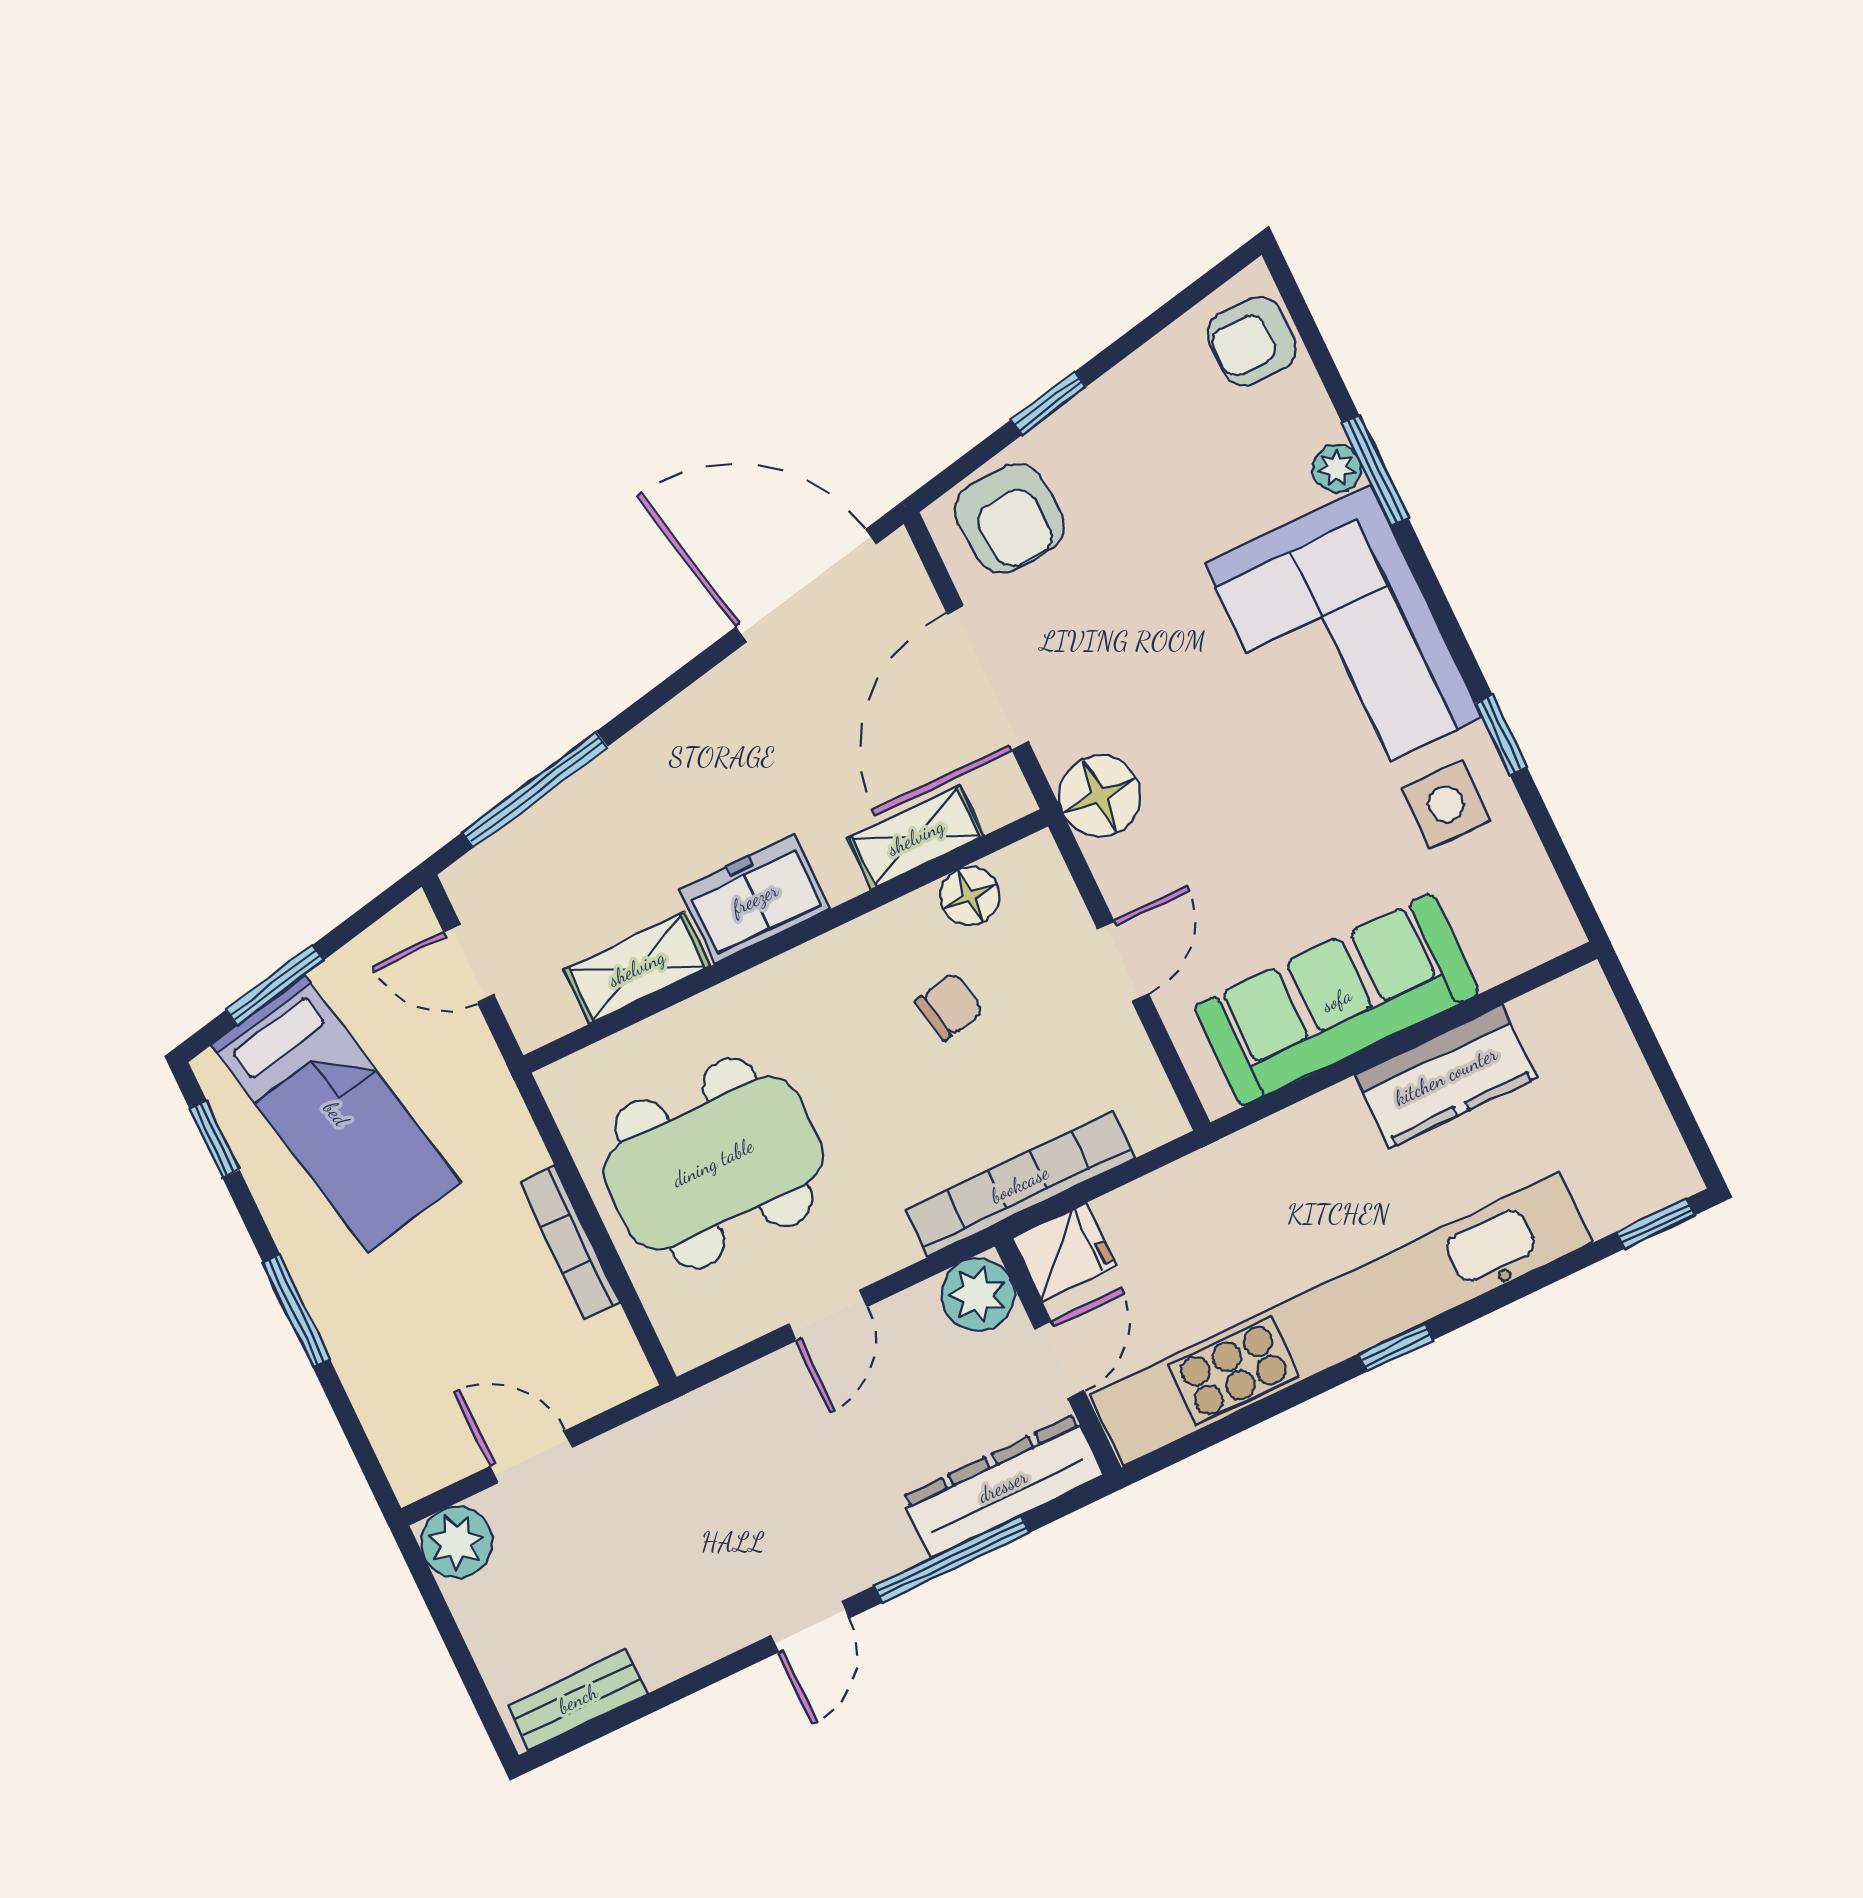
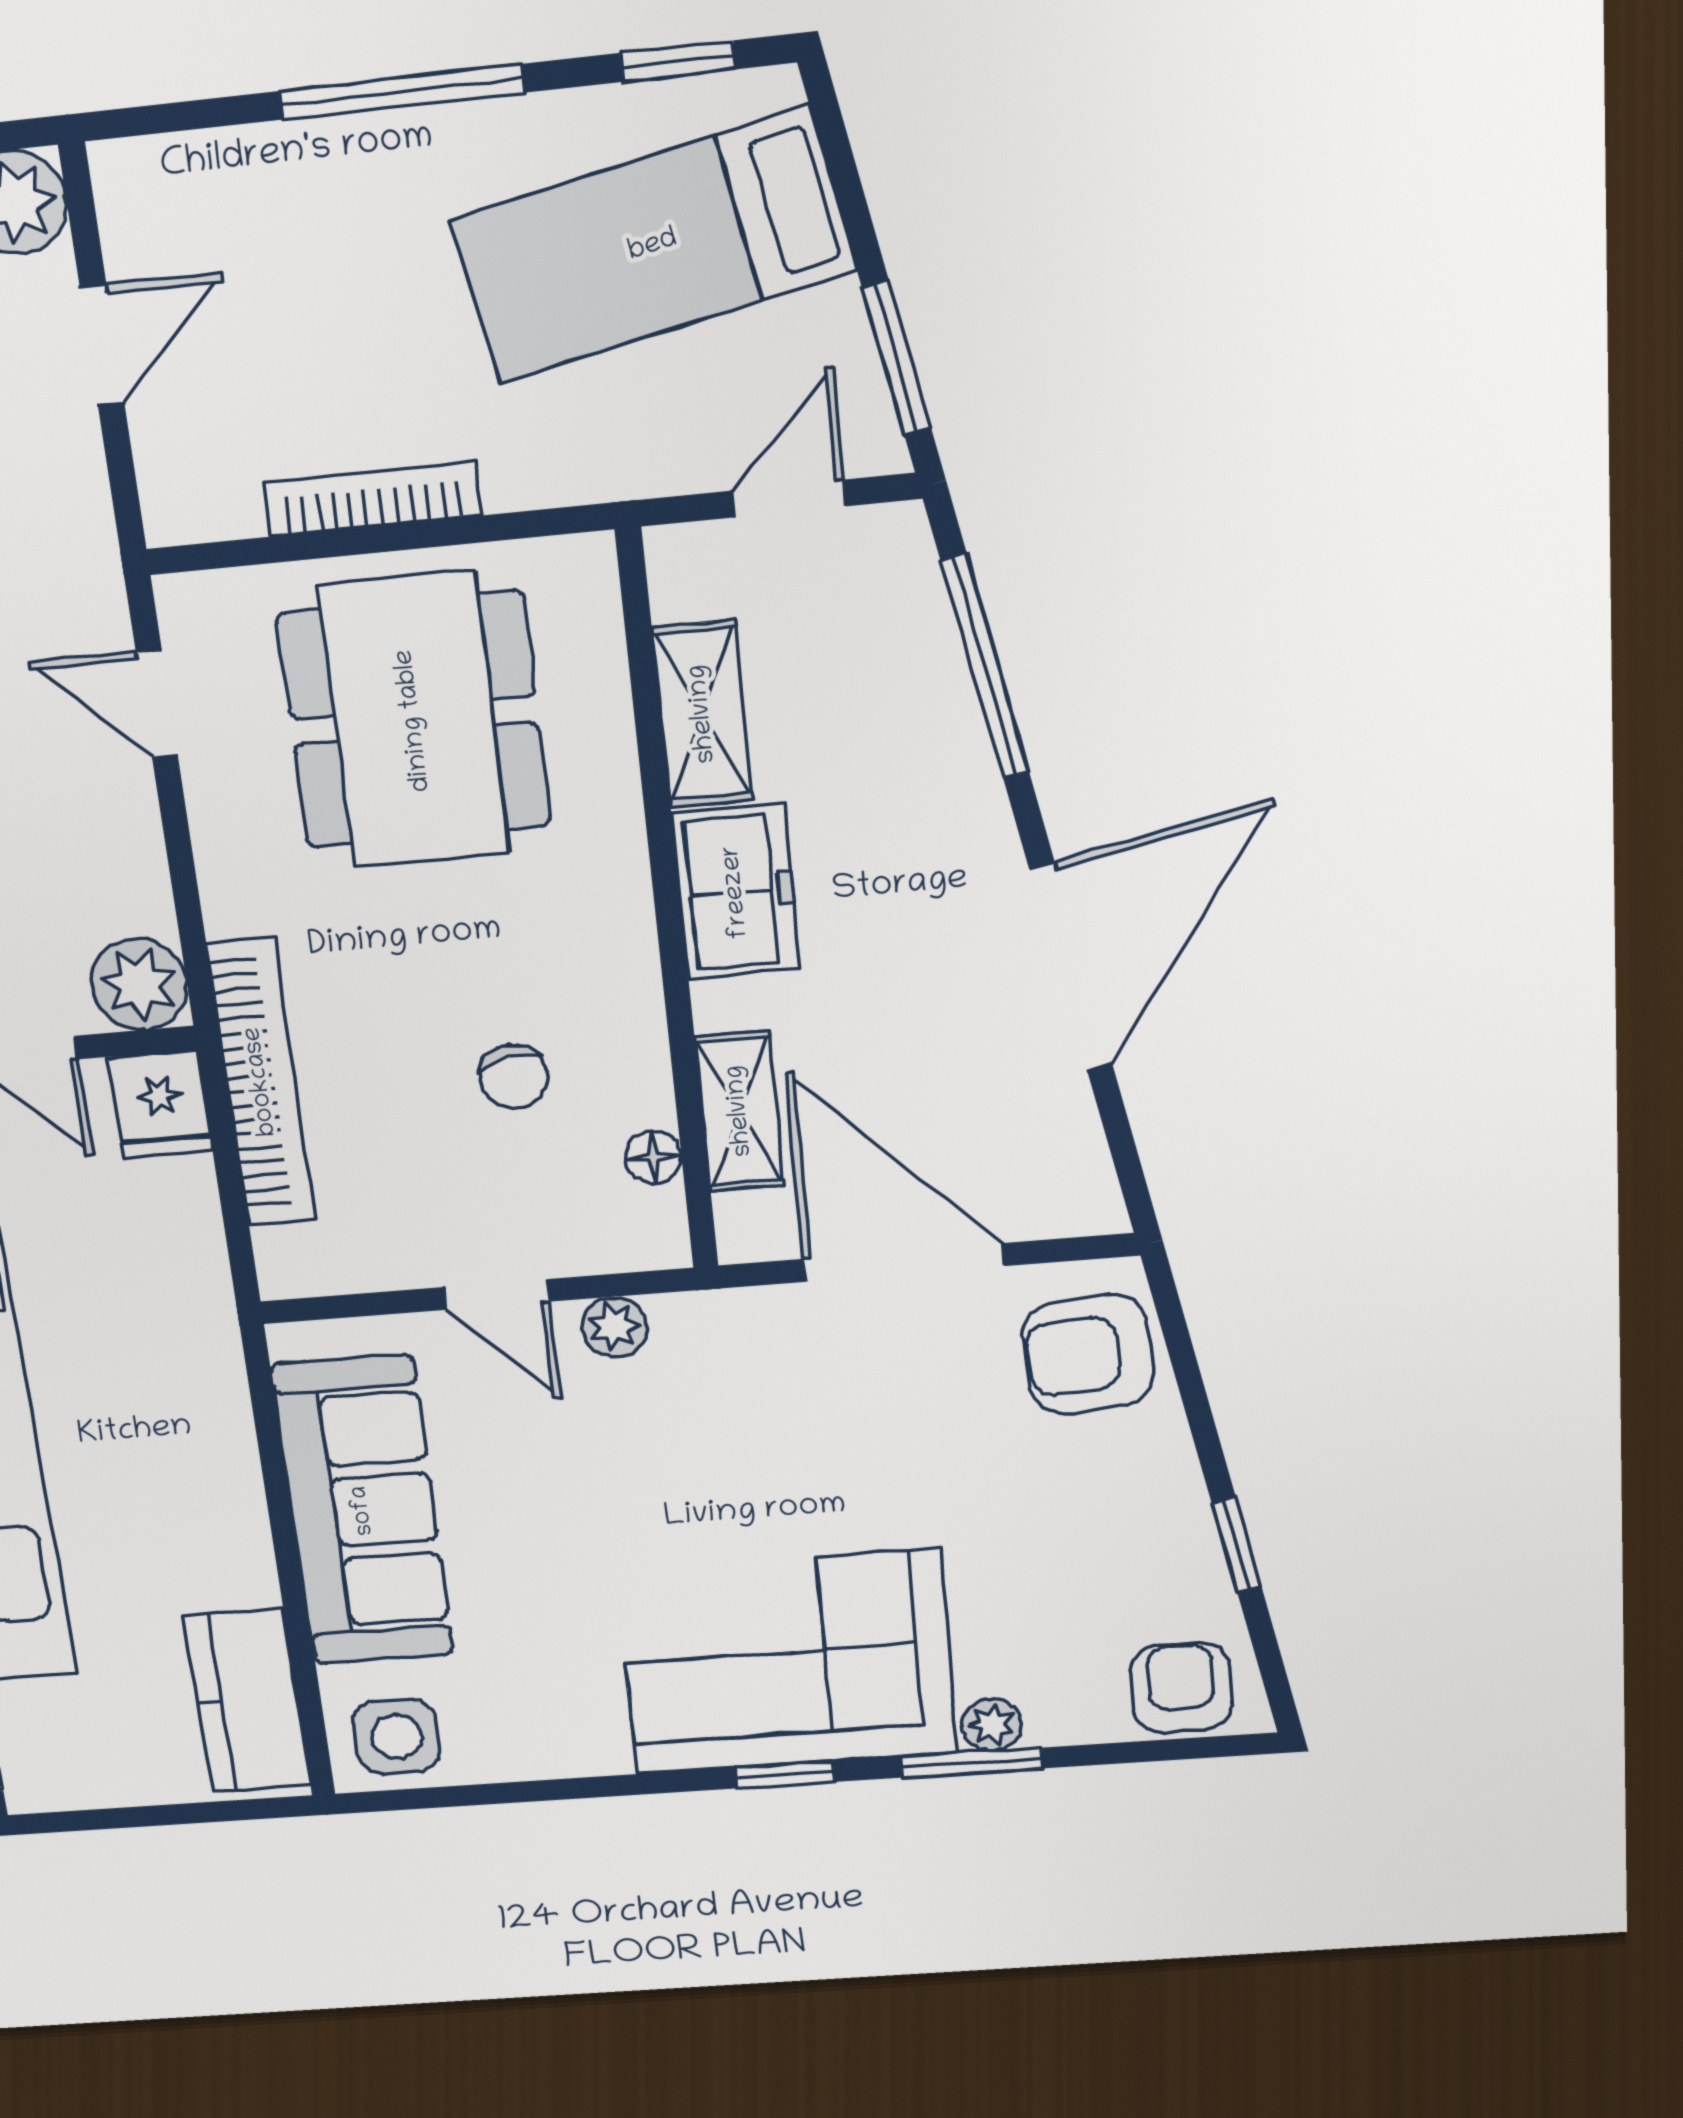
window: (1048, 403) -> (1237, 1545), moved
door: (806, 585) -> (1071, 967), moved
window: (1501, 735) -> (785, 1775), moved
floor lamp: (1100, 796) -> (707, 1338), removed
side table: (1446, 804) -> (397, 1736), moved
plant: (1116, 867) -> (614, 1327), added
floor lamp: (970, 896) -> (653, 1157), width x0.73, depth x0.73
window: (275, 985) -> (897, 358), moved
kitchen counter: (1446, 1076) -> (247, 1701), moved
window: (296, 1311) -> (401, 92), width x1.44
door: (828, 1315) -> (157, 704), moved

